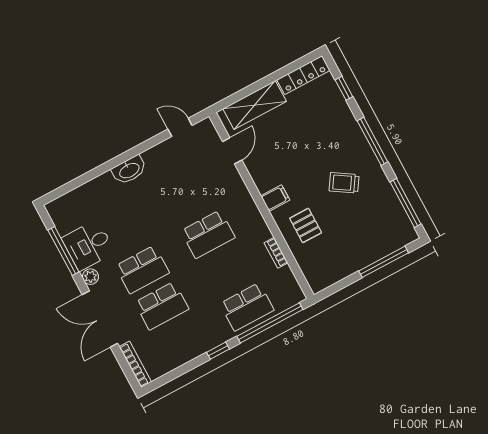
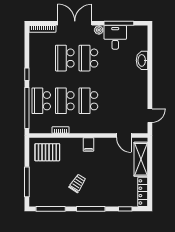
washbasin: (129, 170) -> (142, 60), moved
pallet: (306, 225) -> (47, 152), moved, width x1.50, depth x1.42
school desk: (227, 271) -> (65, 101), added

